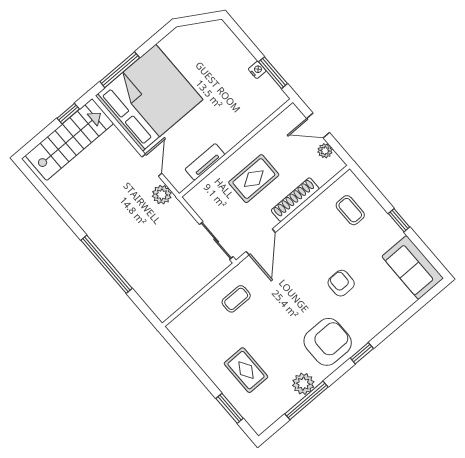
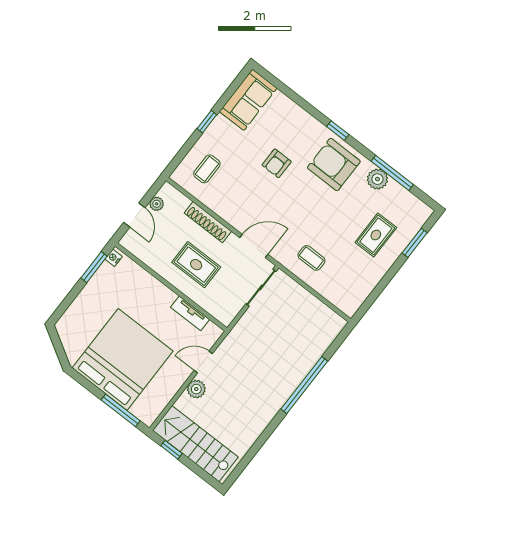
nightstand: (257, 70) -> (114, 258), moved
bed: (149, 98) -> (123, 359), moved, turned 90
plant: (162, 195) -> (196, 389), moved

